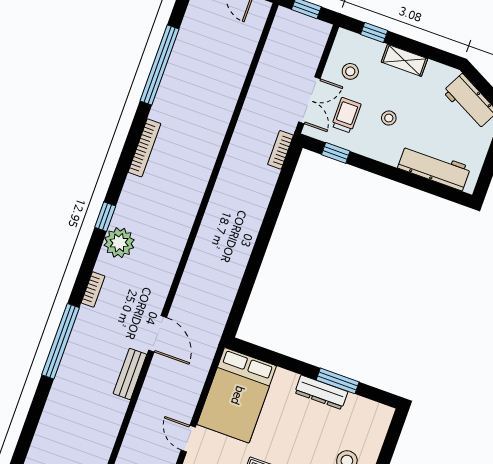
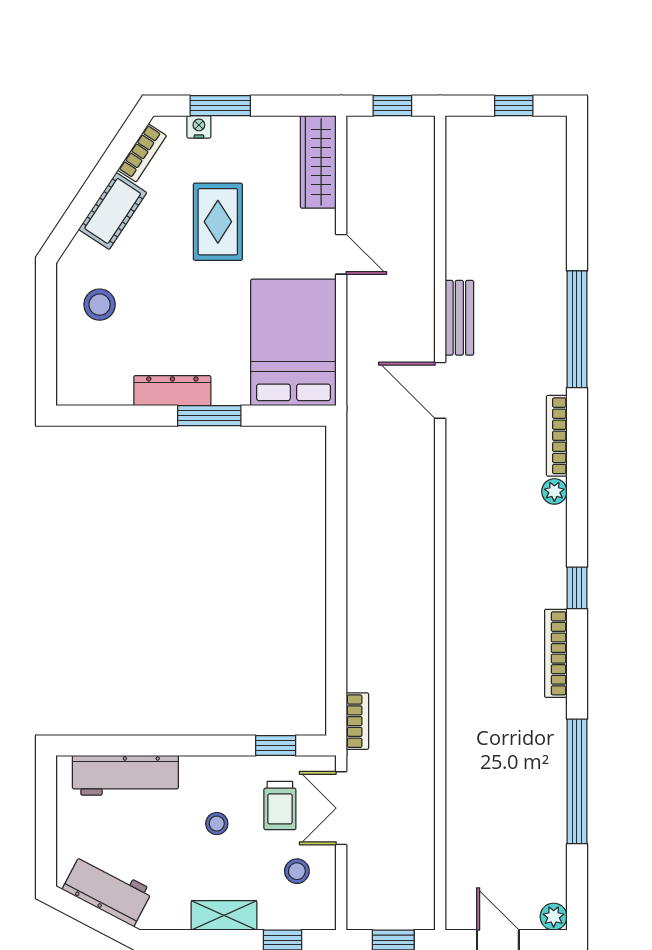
window: (105, 217) -> (577, 588), moved
plant: (119, 243) -> (554, 491), width x0.53, depth x0.53
bookcase: (93, 289) -> (557, 436), width x1.56
window: (338, 381) -> (209, 416), moved

